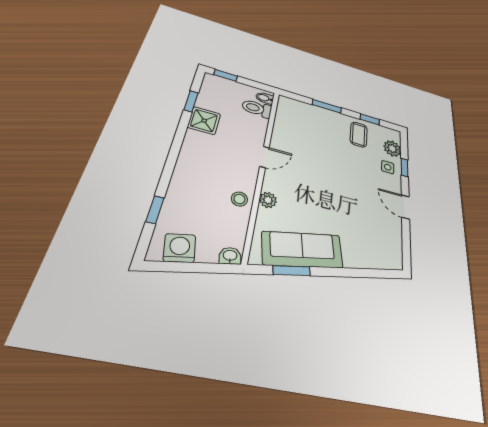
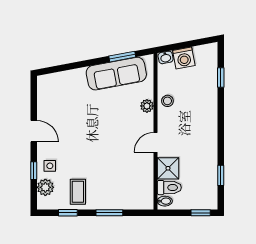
shower: (204, 121) -> (168, 168), moved
washing machine: (180, 248) -> (184, 58), moved

